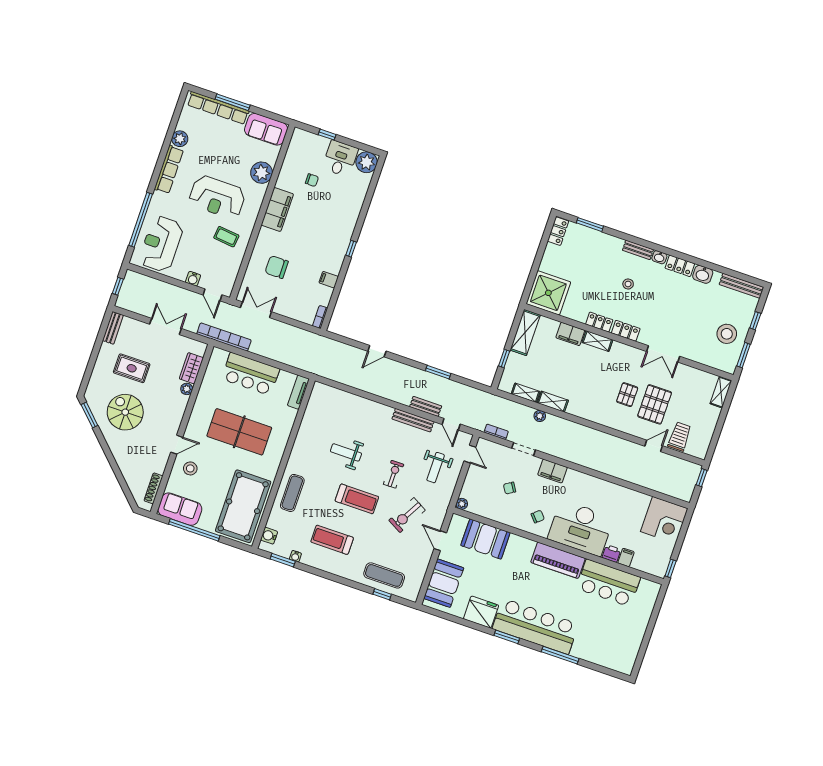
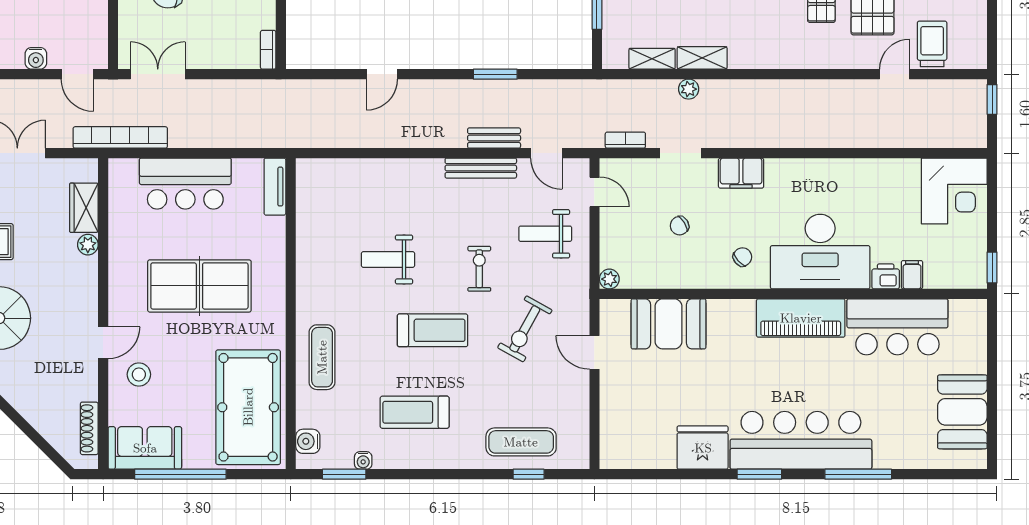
weight bench: (436, 468) -> (545, 234), turned 90
booth: (444, 583) -> (962, 412), moved

